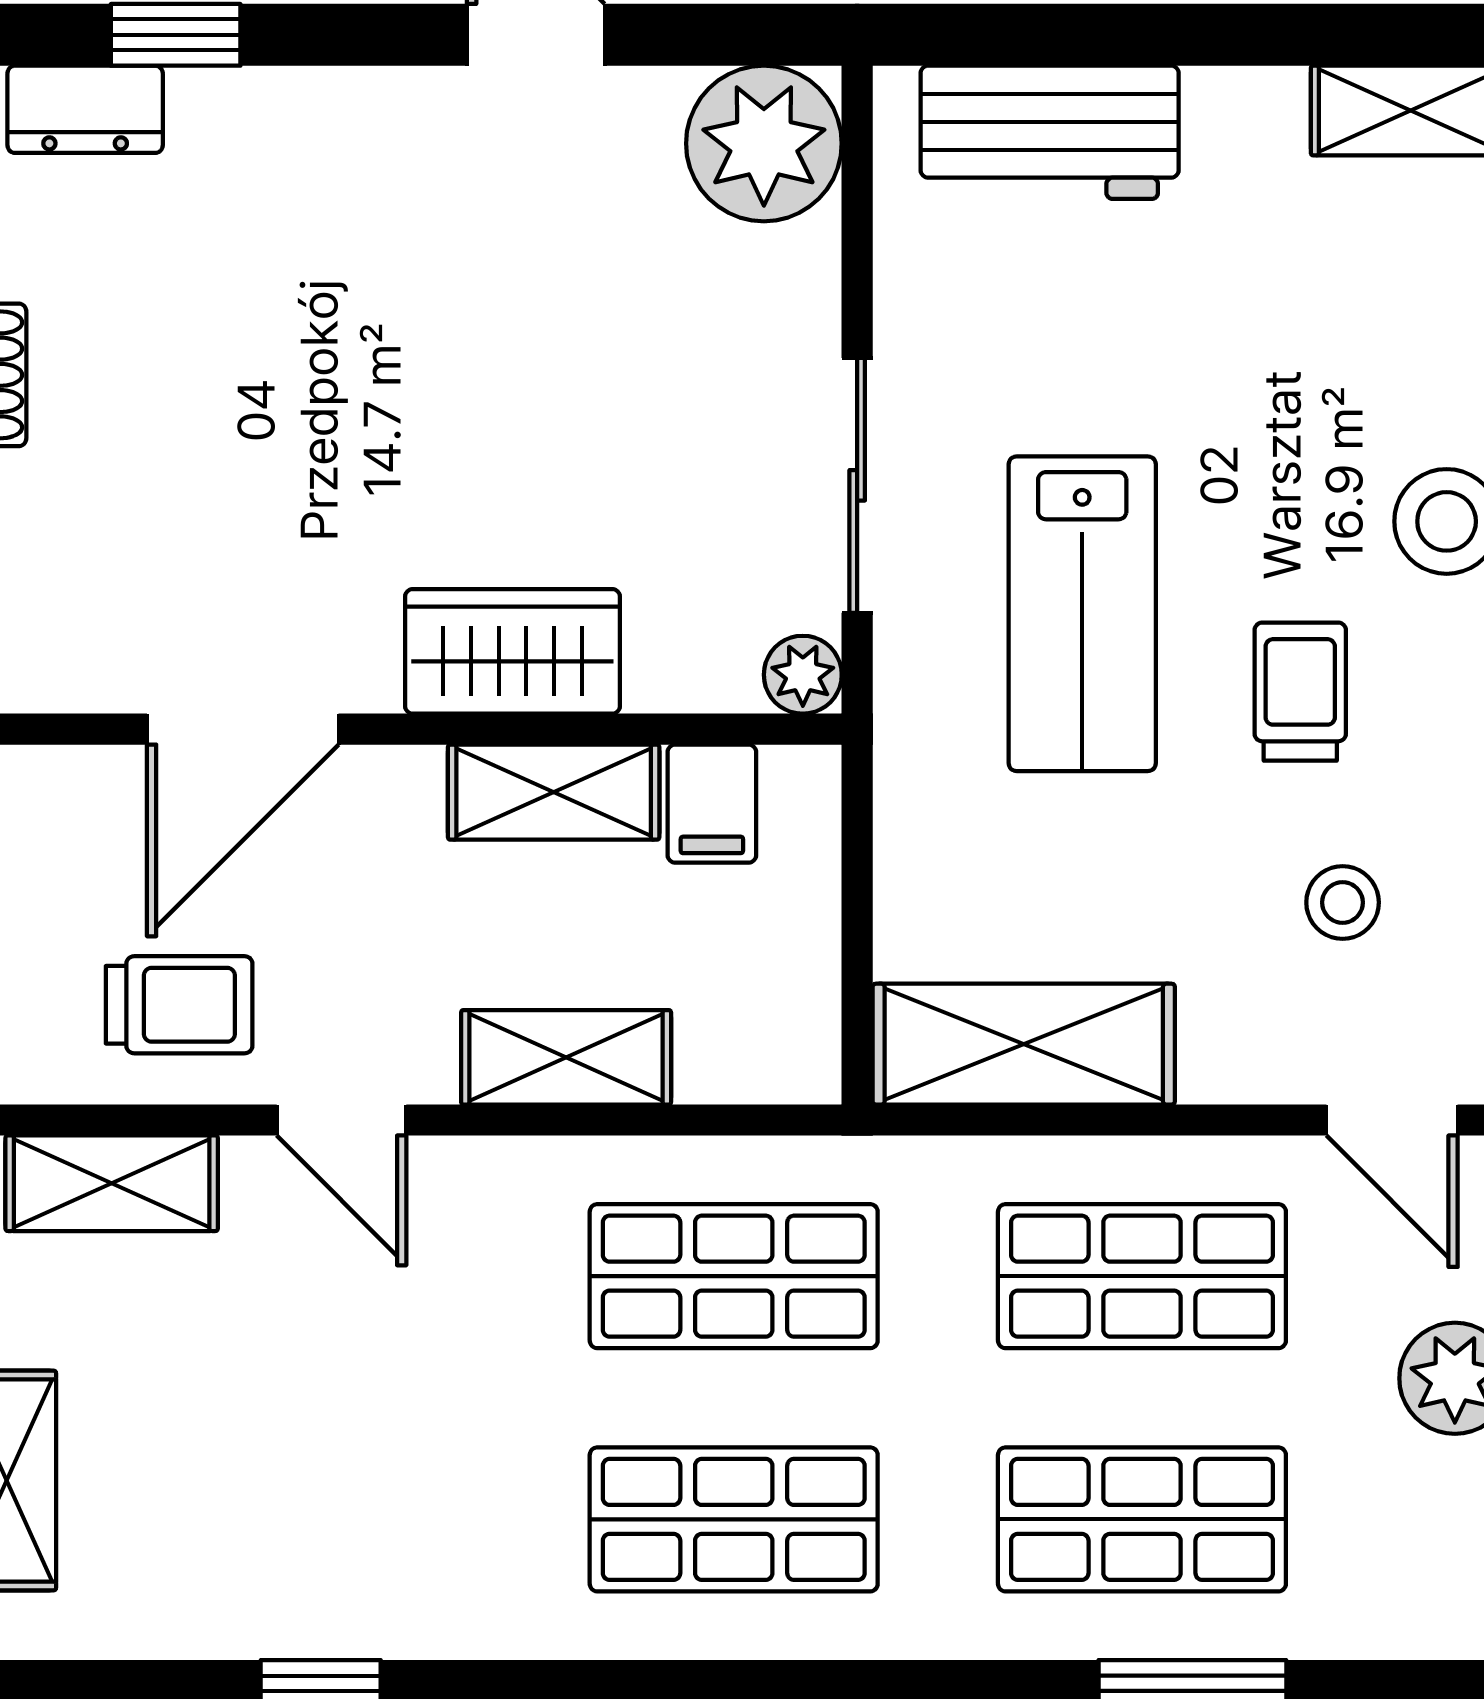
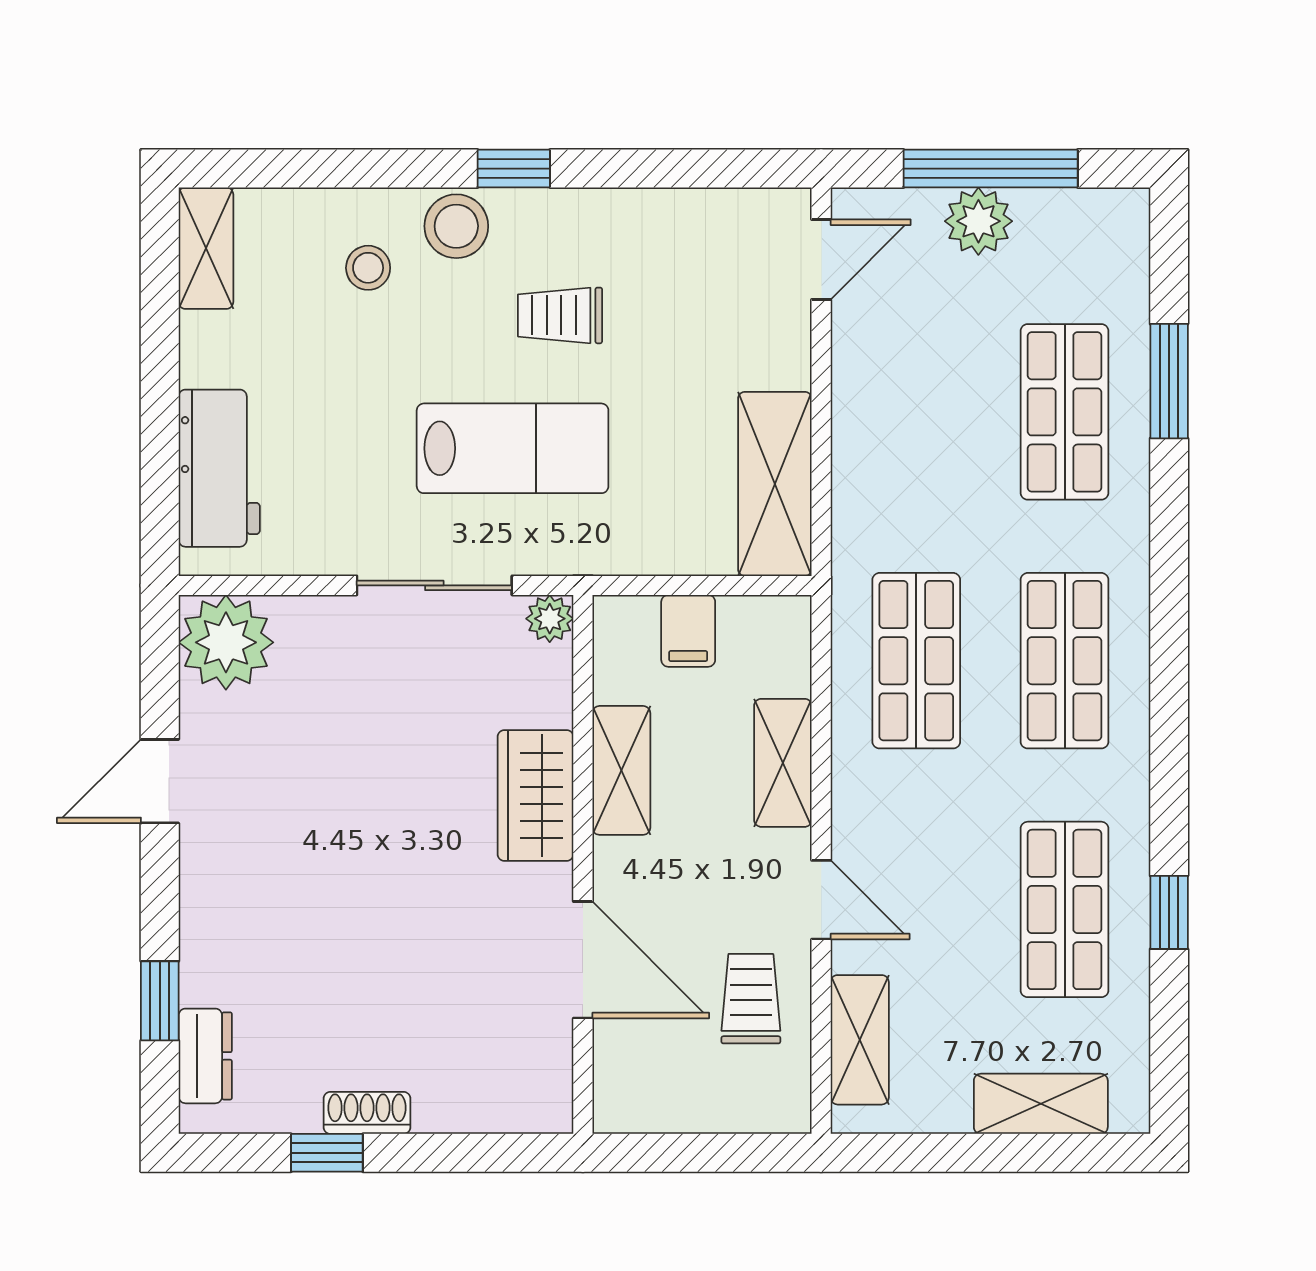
filing cabinet: (712, 804) -> (688, 631), moved, turned 90
stool: (1343, 902) -> (368, 268), moved
door: (341, 1120) -> (821, 900), hinge flipped
shop shelf: (1142, 1276) -> (1065, 909), moved

